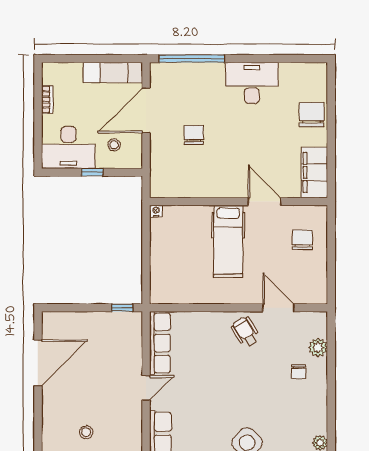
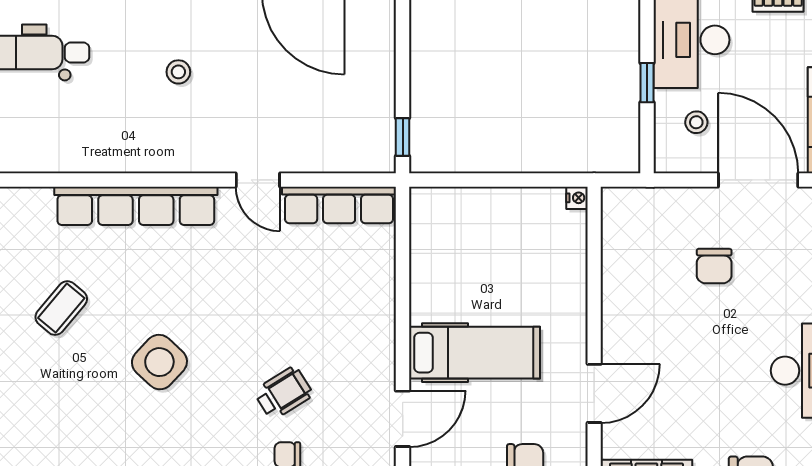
chair: (194, 135) -> (714, 266), turned 90
hospital bed: (228, 241) -> (475, 353), moved, turned 180
wheelchair: (246, 332) -> (283, 393), moved

